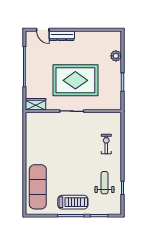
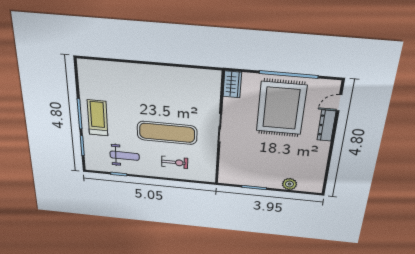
rug: (75, 80) -> (281, 108), moved
exercise mat: (38, 187) -> (167, 133), moved
treadmill: (73, 202) -> (98, 118), turned 180

